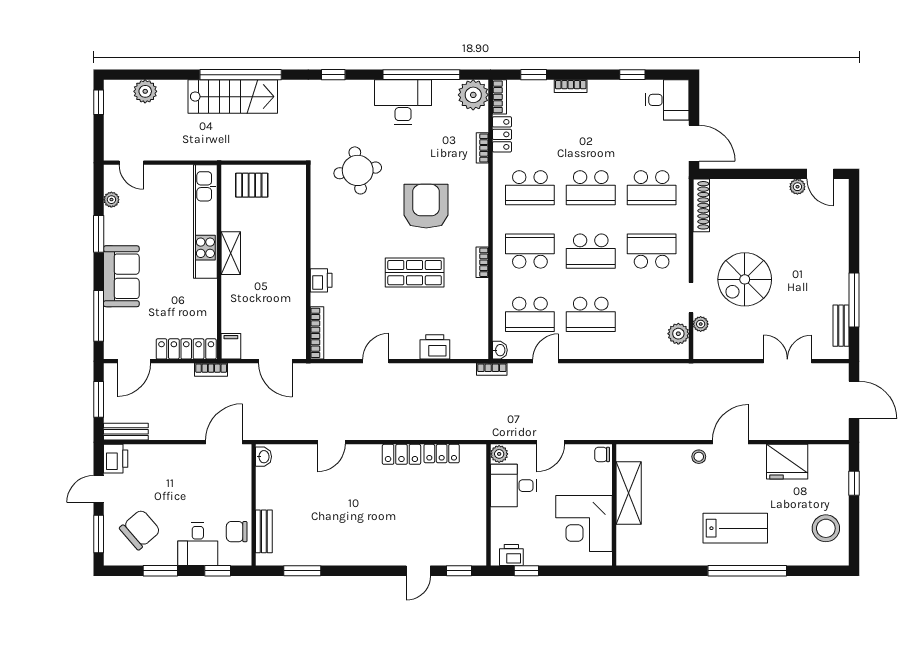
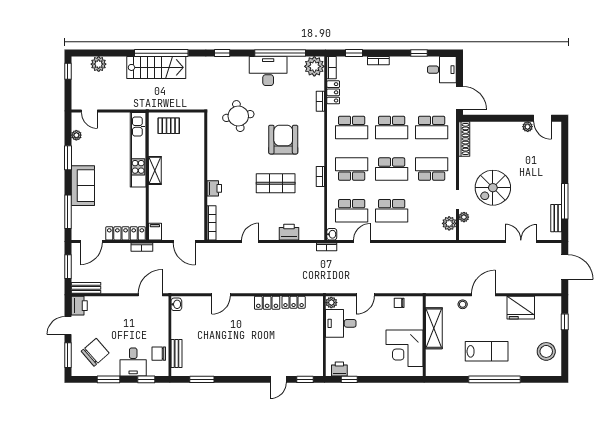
shelving: (629, 493) -> (434, 328), moved
wall: (614, 505) -> (424, 336), moved
corner desk: (584, 523) -> (404, 348), moved

